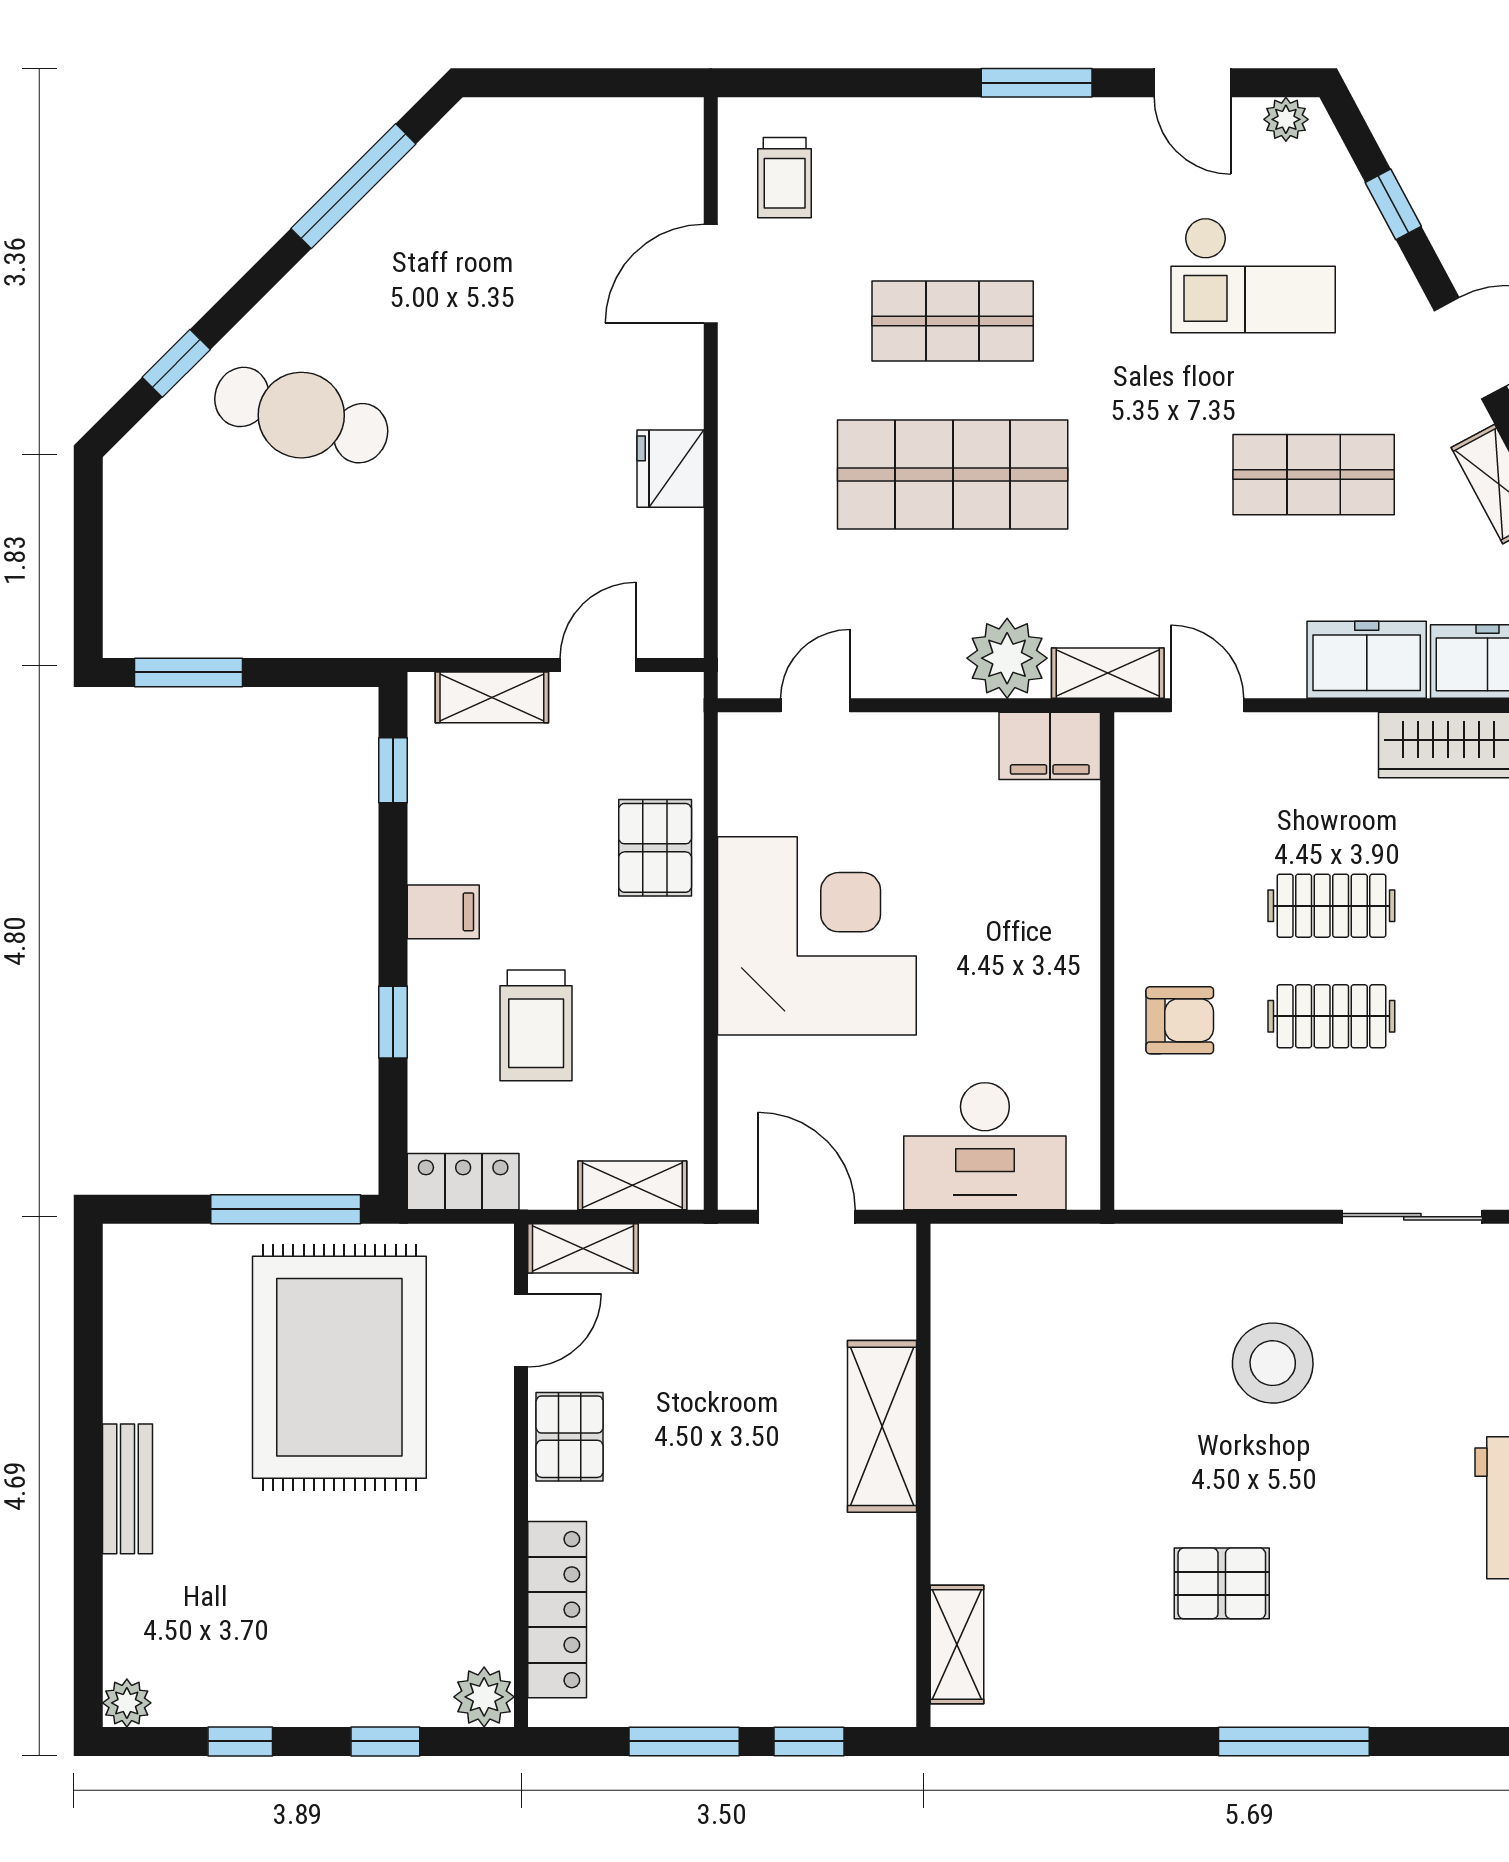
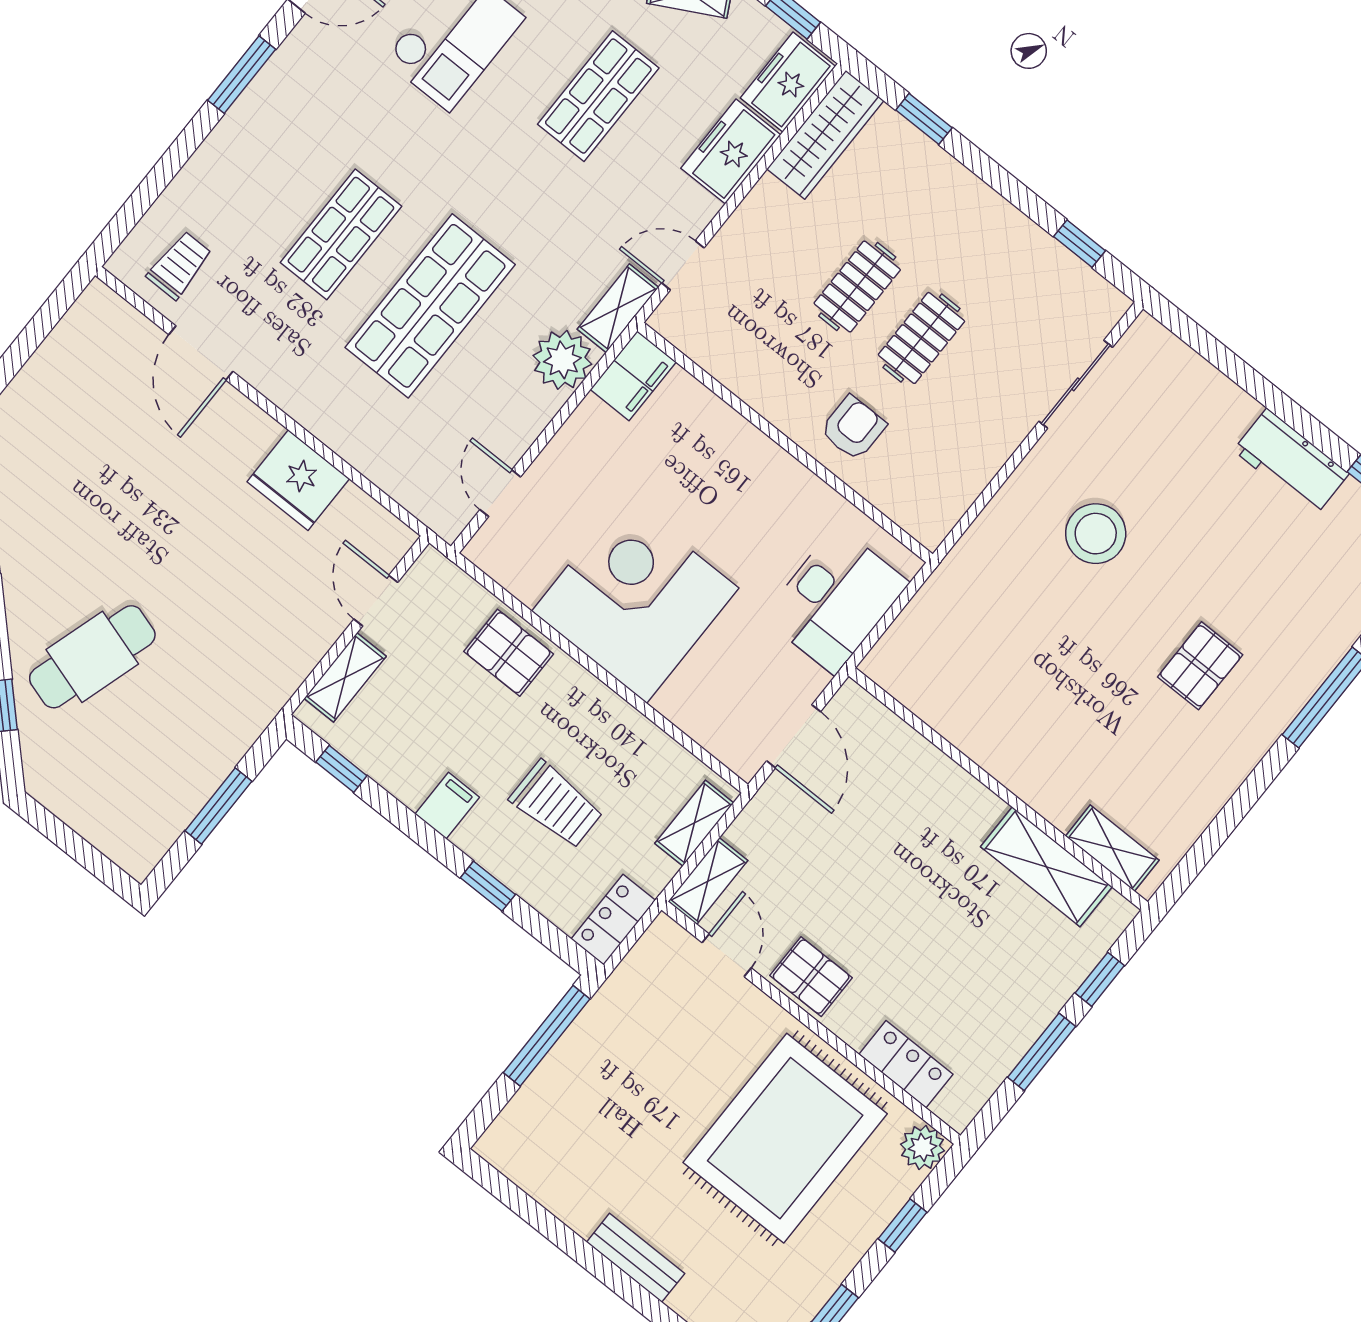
trolley: (785, 178) -> (179, 265), turned -90
fridge: (671, 469) -> (298, 480), width x1.36, depth x1.34
window: (189, 672) -> (218, 806), moved
door: (807, 1217) -> (794, 736), swing flipped
rug: (339, 1367) -> (785, 1138), moved, turned 90
shelving: (882, 1426) -> (1046, 867), moved
locker: (557, 1610) -> (906, 1064), width x0.66

